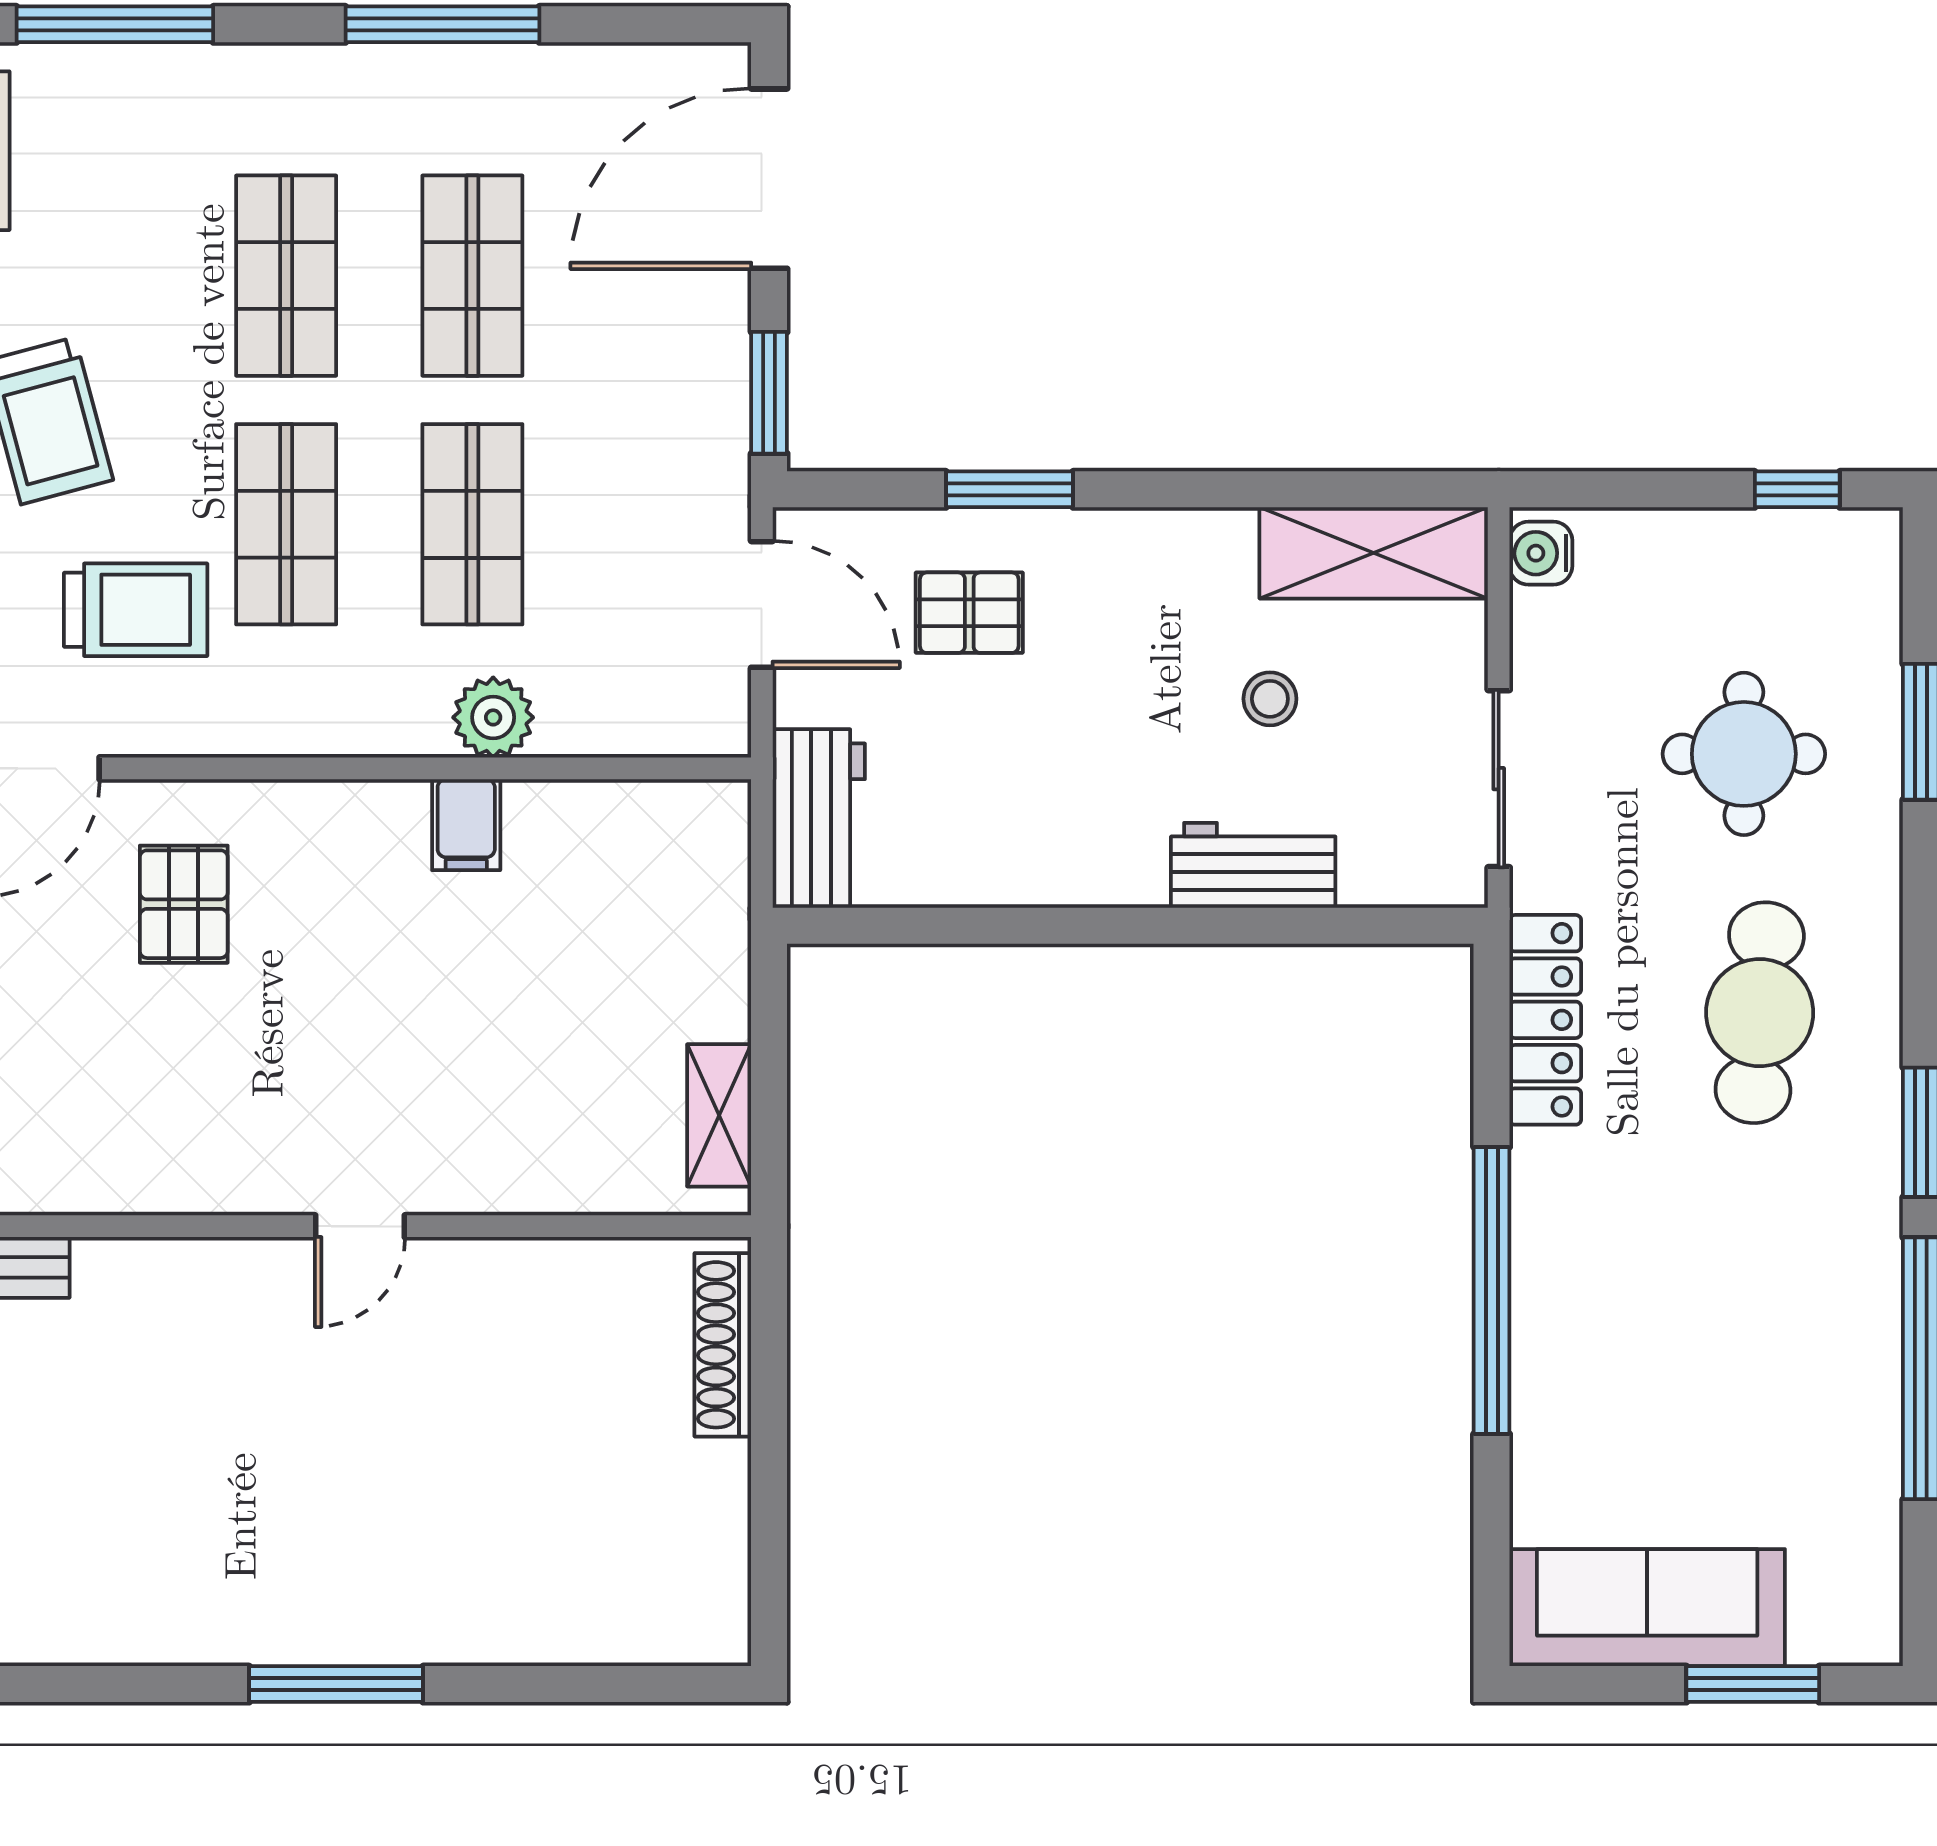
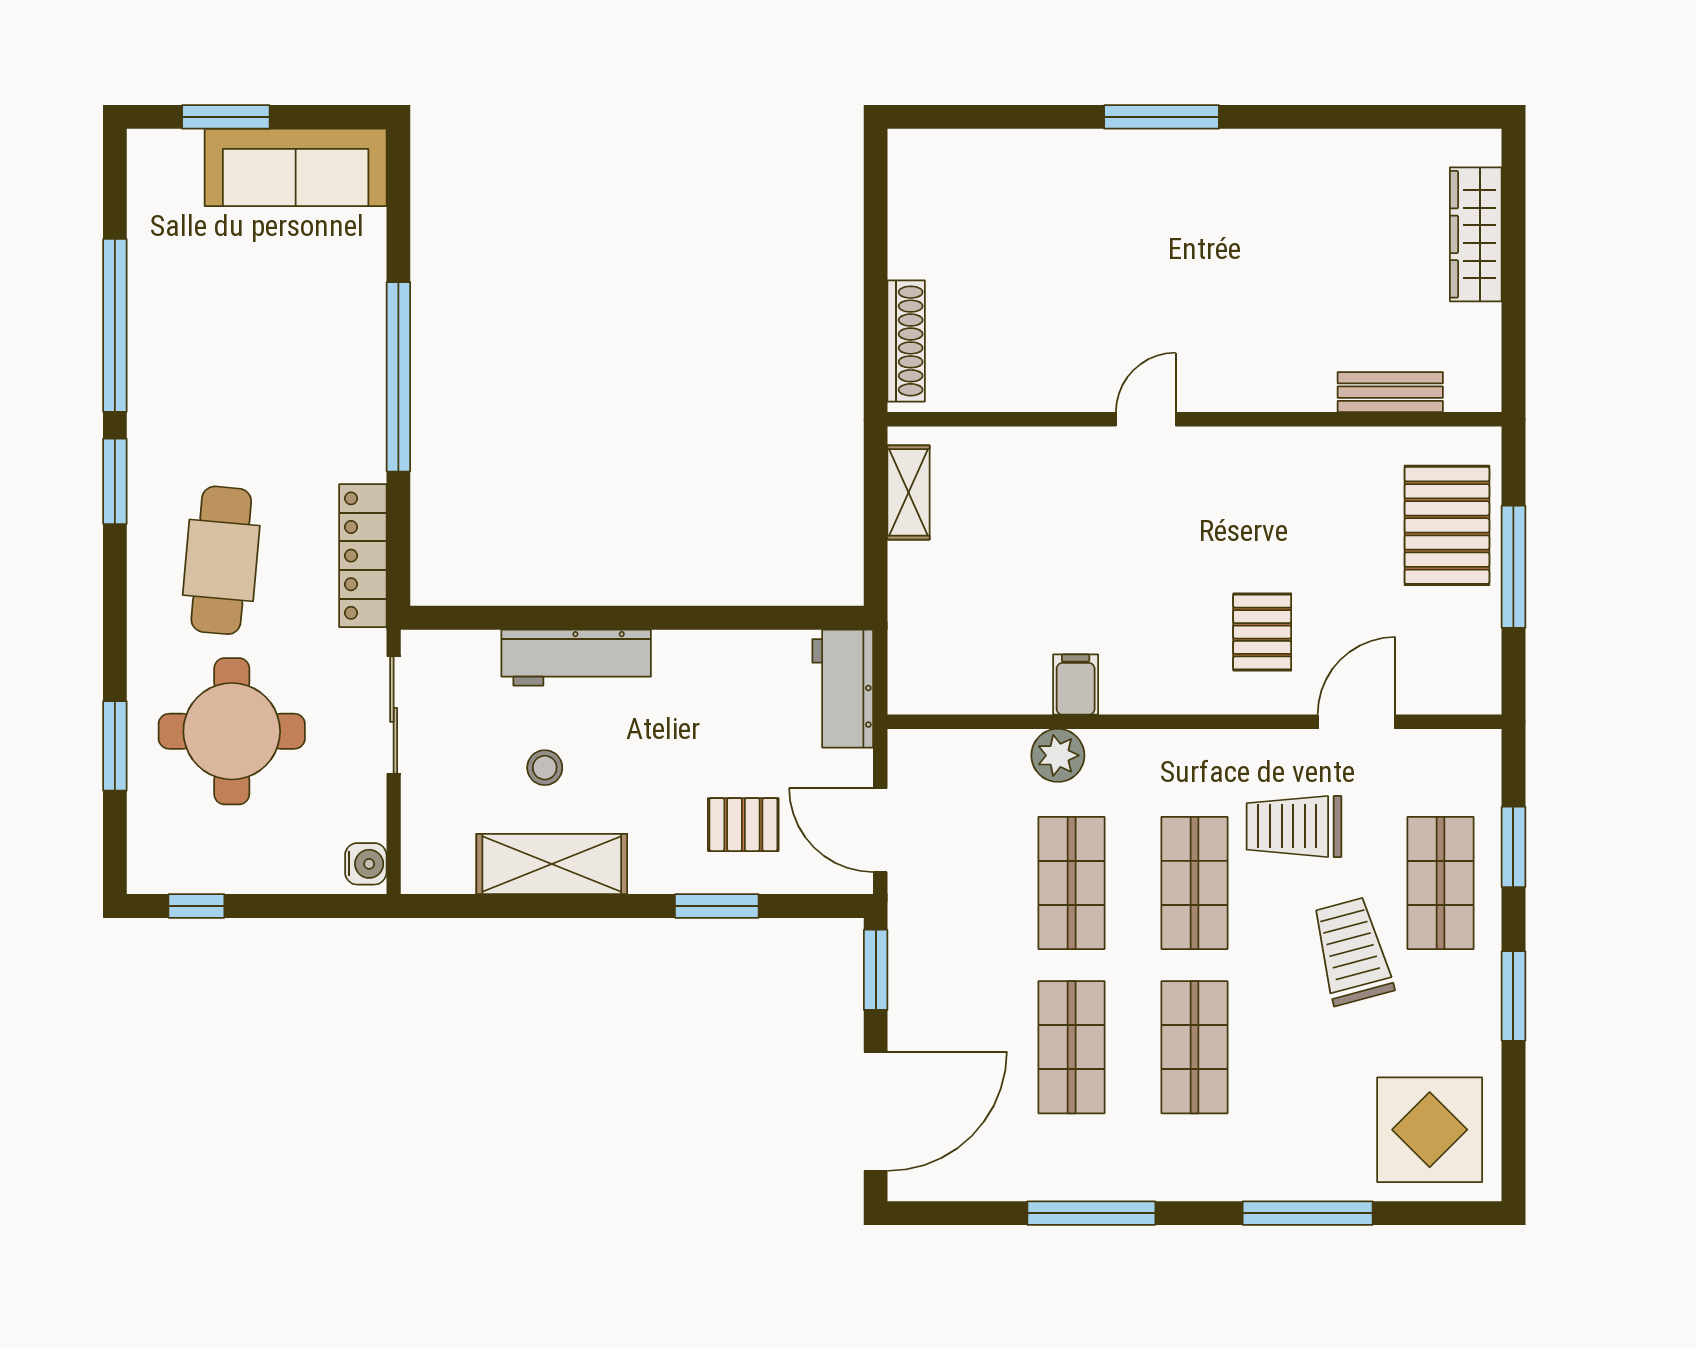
shelving: (1374, 553) -> (552, 864), moved
round table: (1744, 754) -> (232, 731), width x1.36, depth x1.36
workbench: (1253, 865) -> (576, 658), width x1.38

